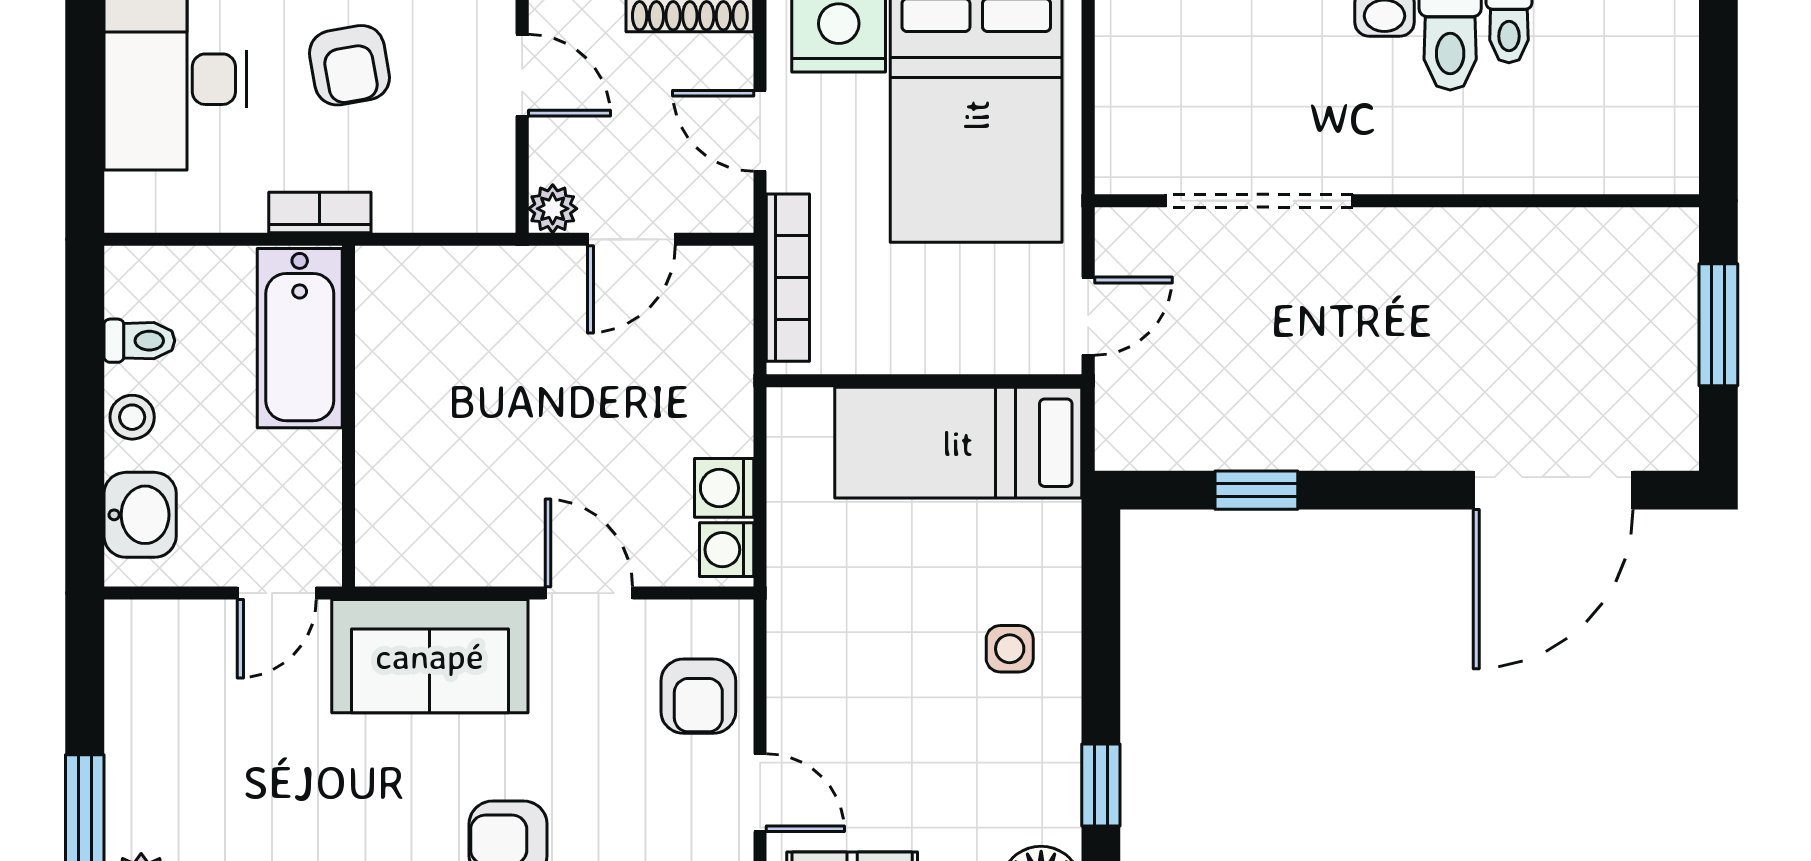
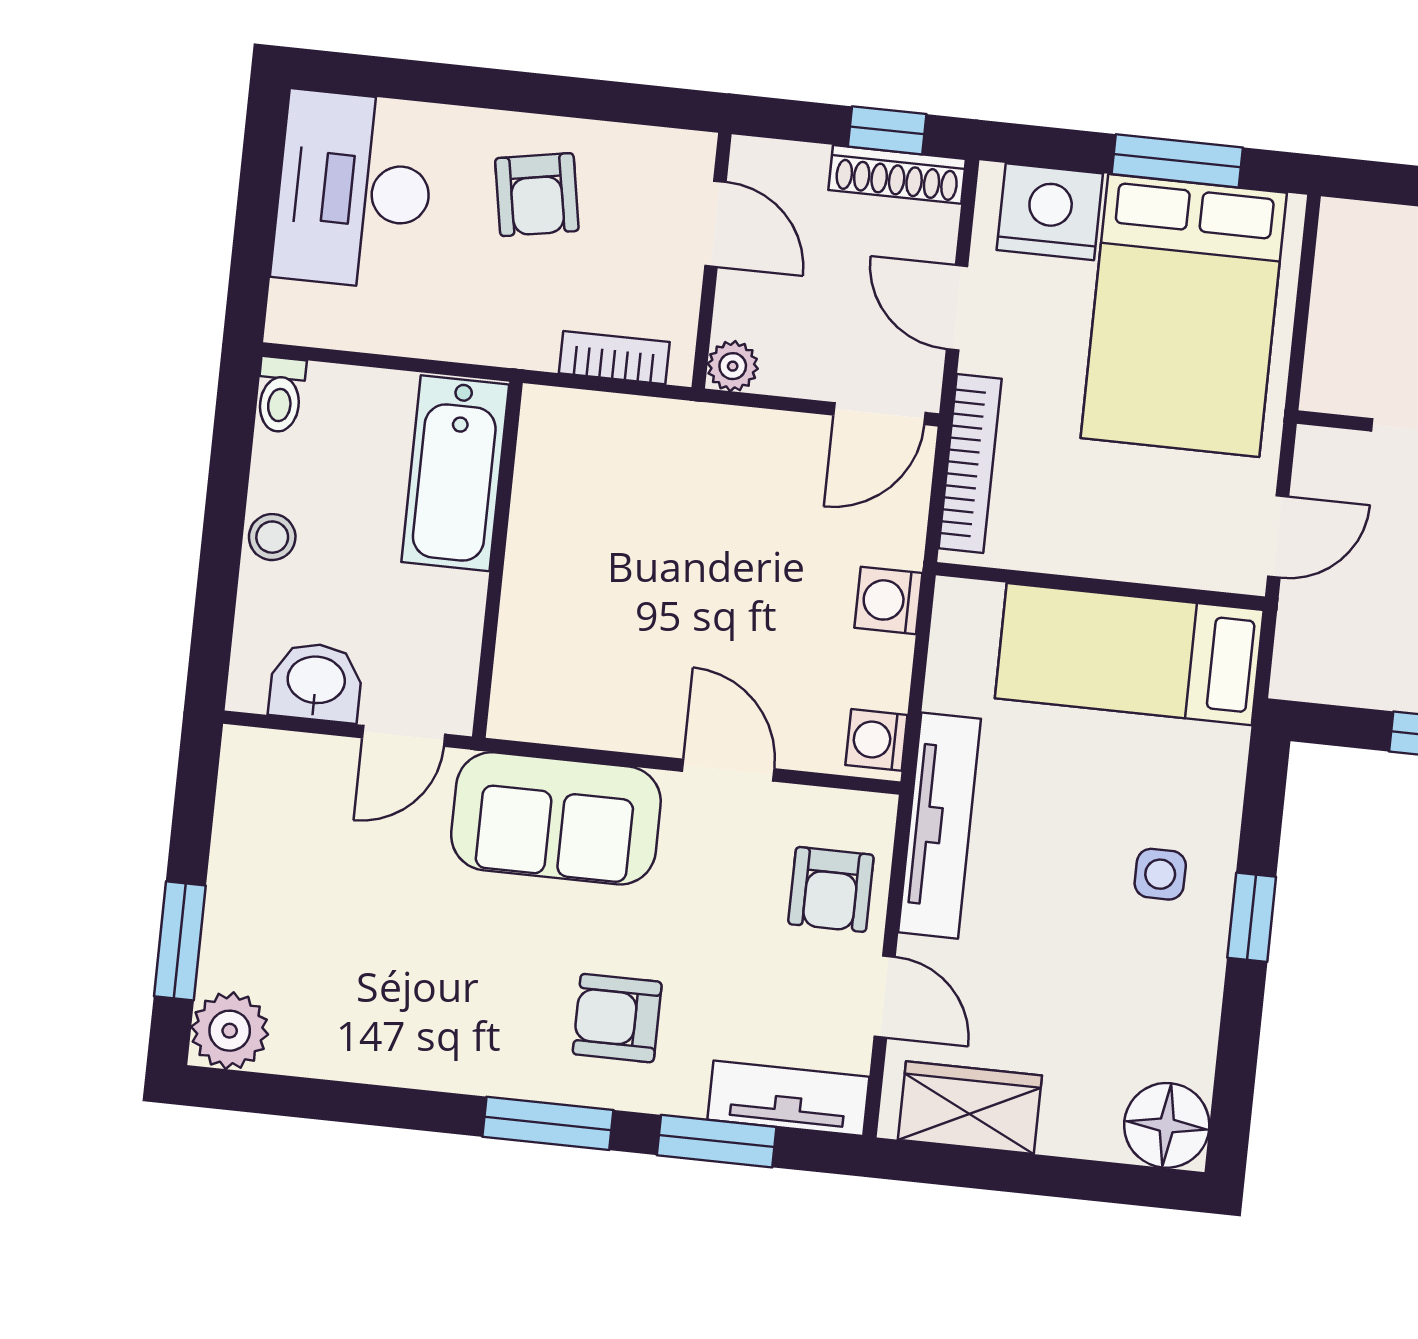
bookcase: (320, 212) -> (614, 358), moved
door: (631, 239) -> (879, 414), moved
toilet: (139, 341) -> (280, 395), moved, turned 90
washing machine: (724, 488) -> (888, 600), moved
washbasin: (140, 515) -> (316, 682), moved, turned -90
tv unit: (795, 625) -> (940, 826), added
window: (1101, 785) -> (1252, 917), moved

